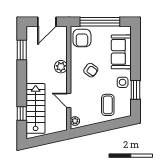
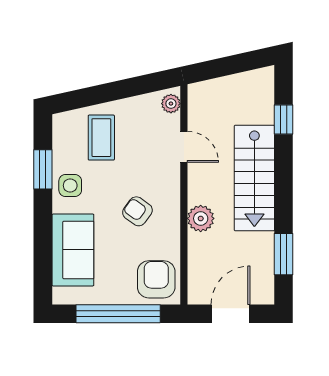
stairs: (36, 108) -> (254, 178), moved

